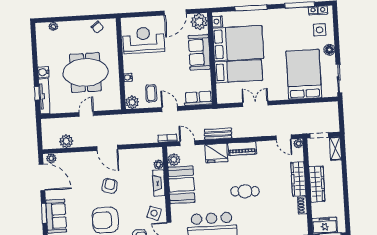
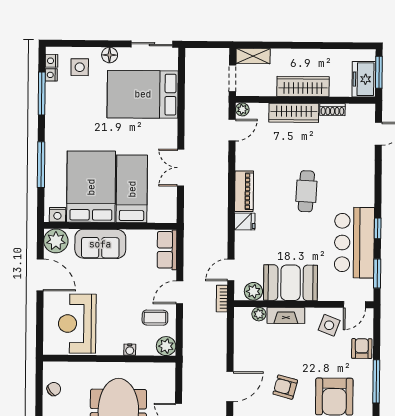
bench: (218, 134) -> (220, 225), removed
fridge: (216, 153) -> (245, 221), width x0.53, depth x0.75

